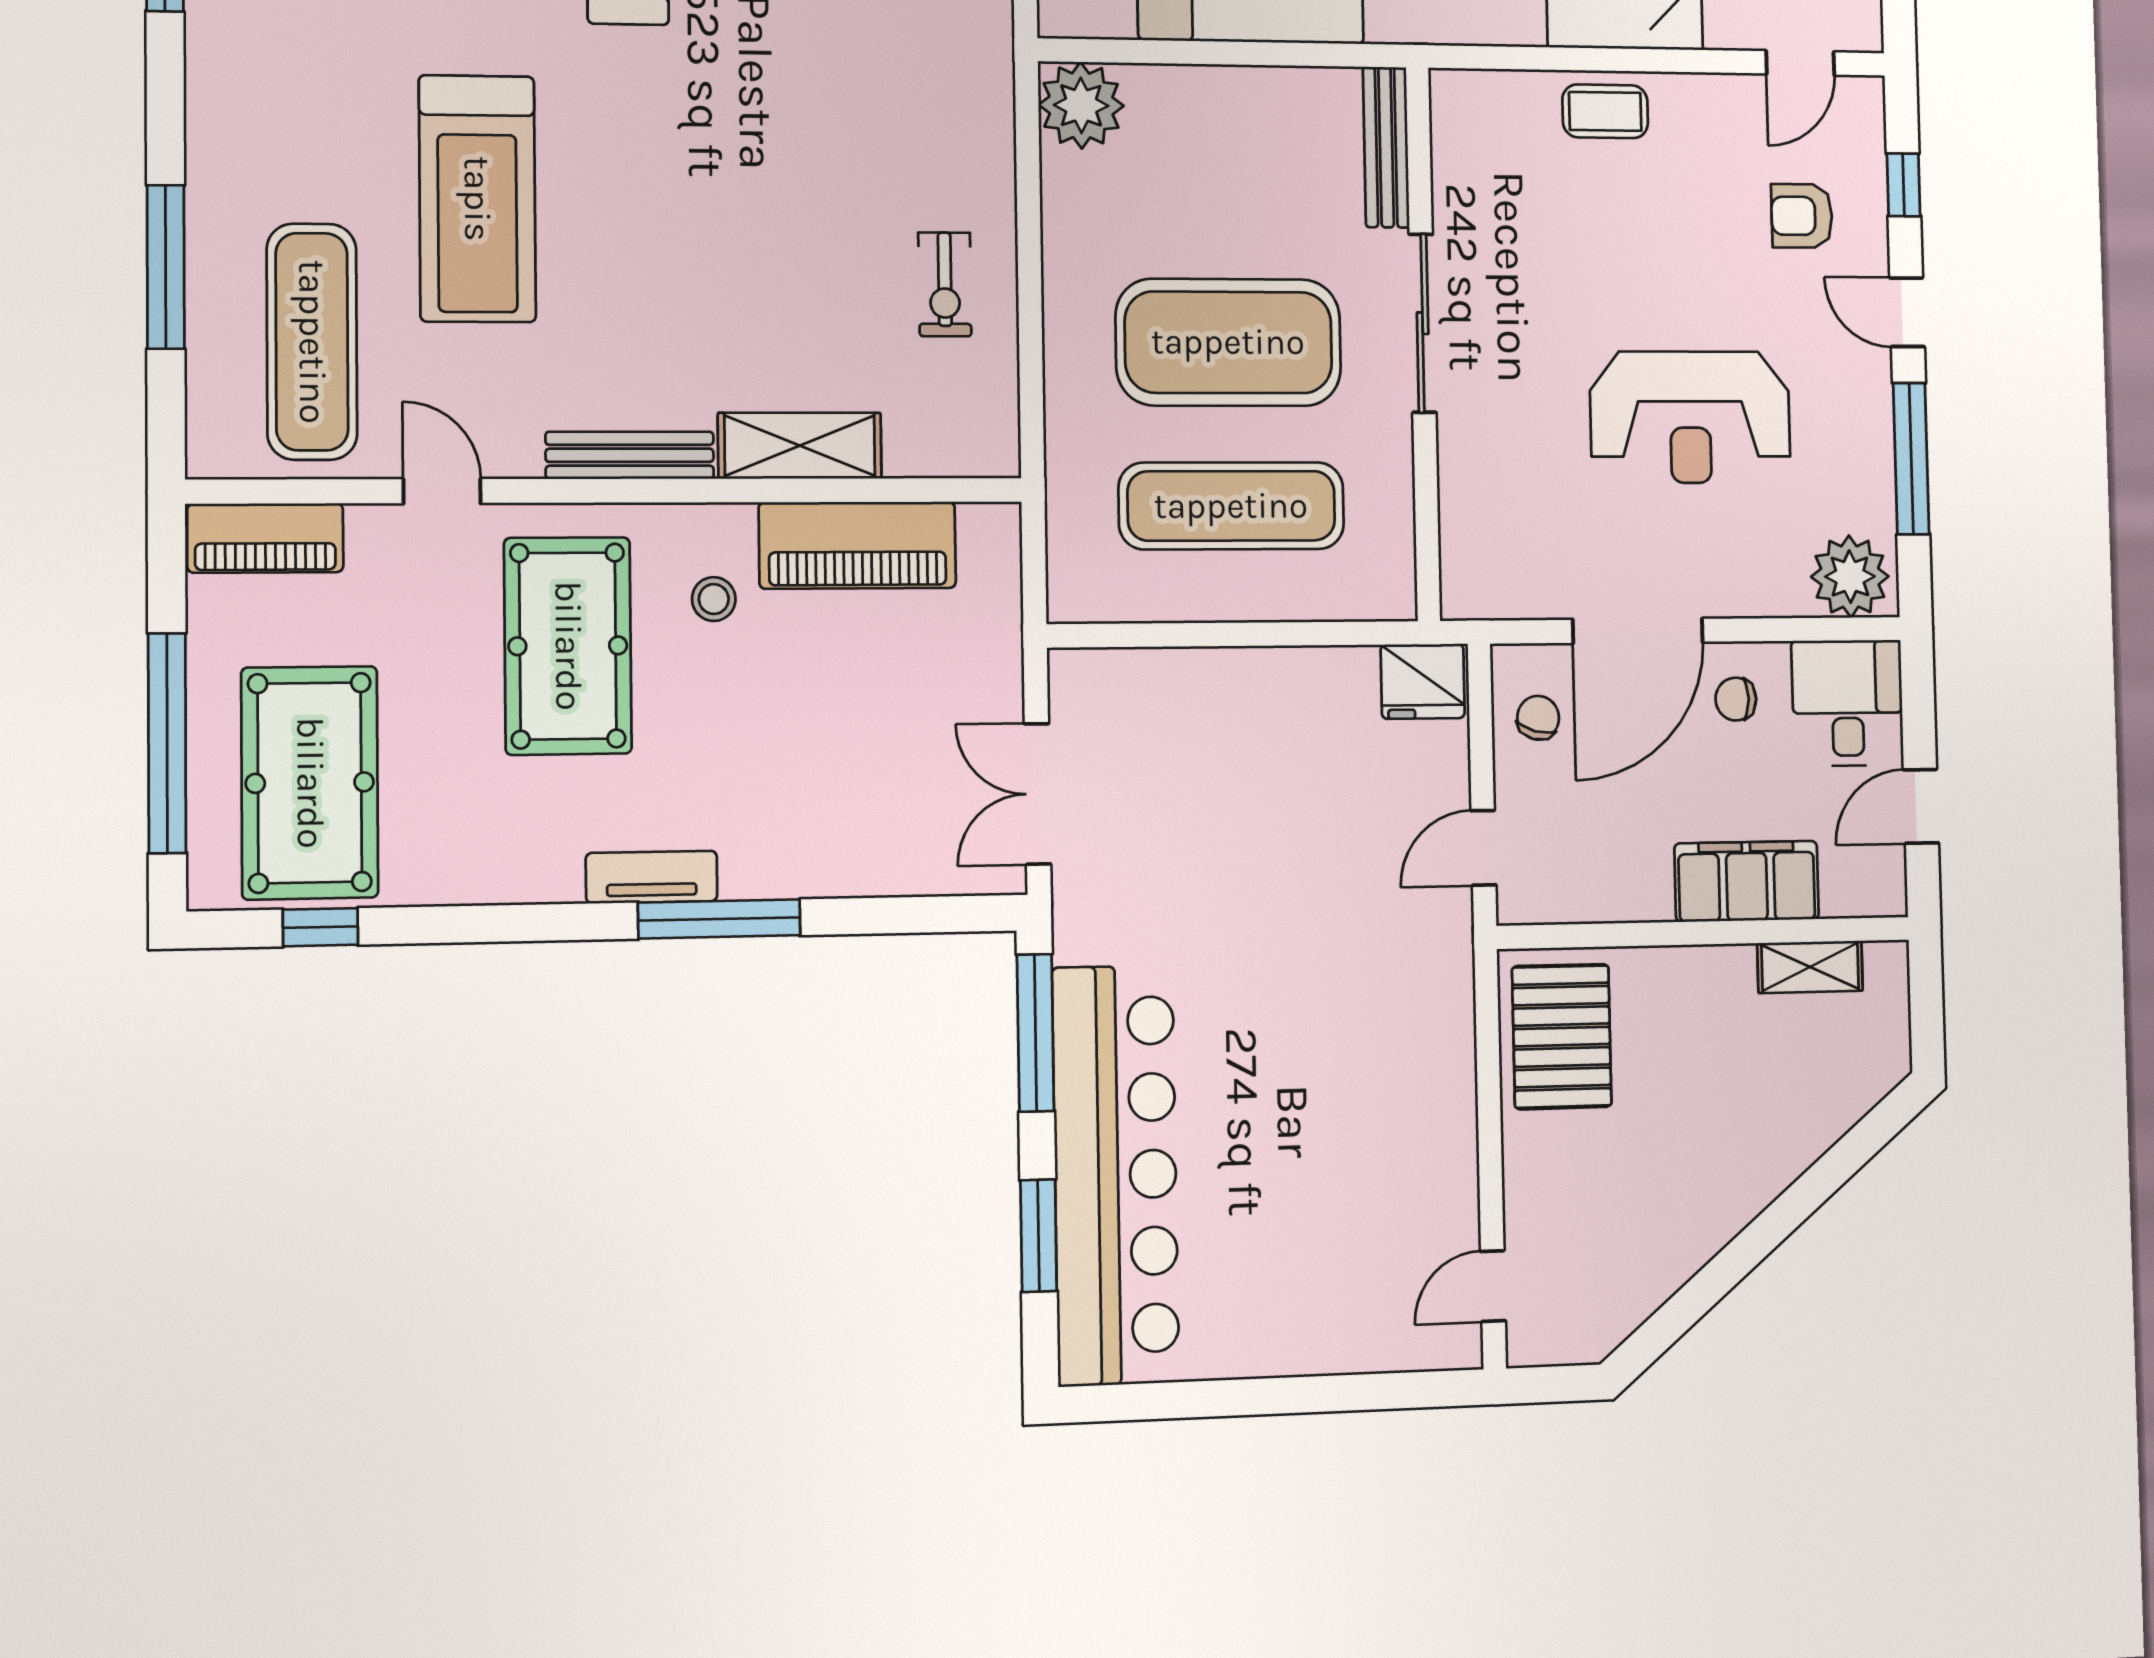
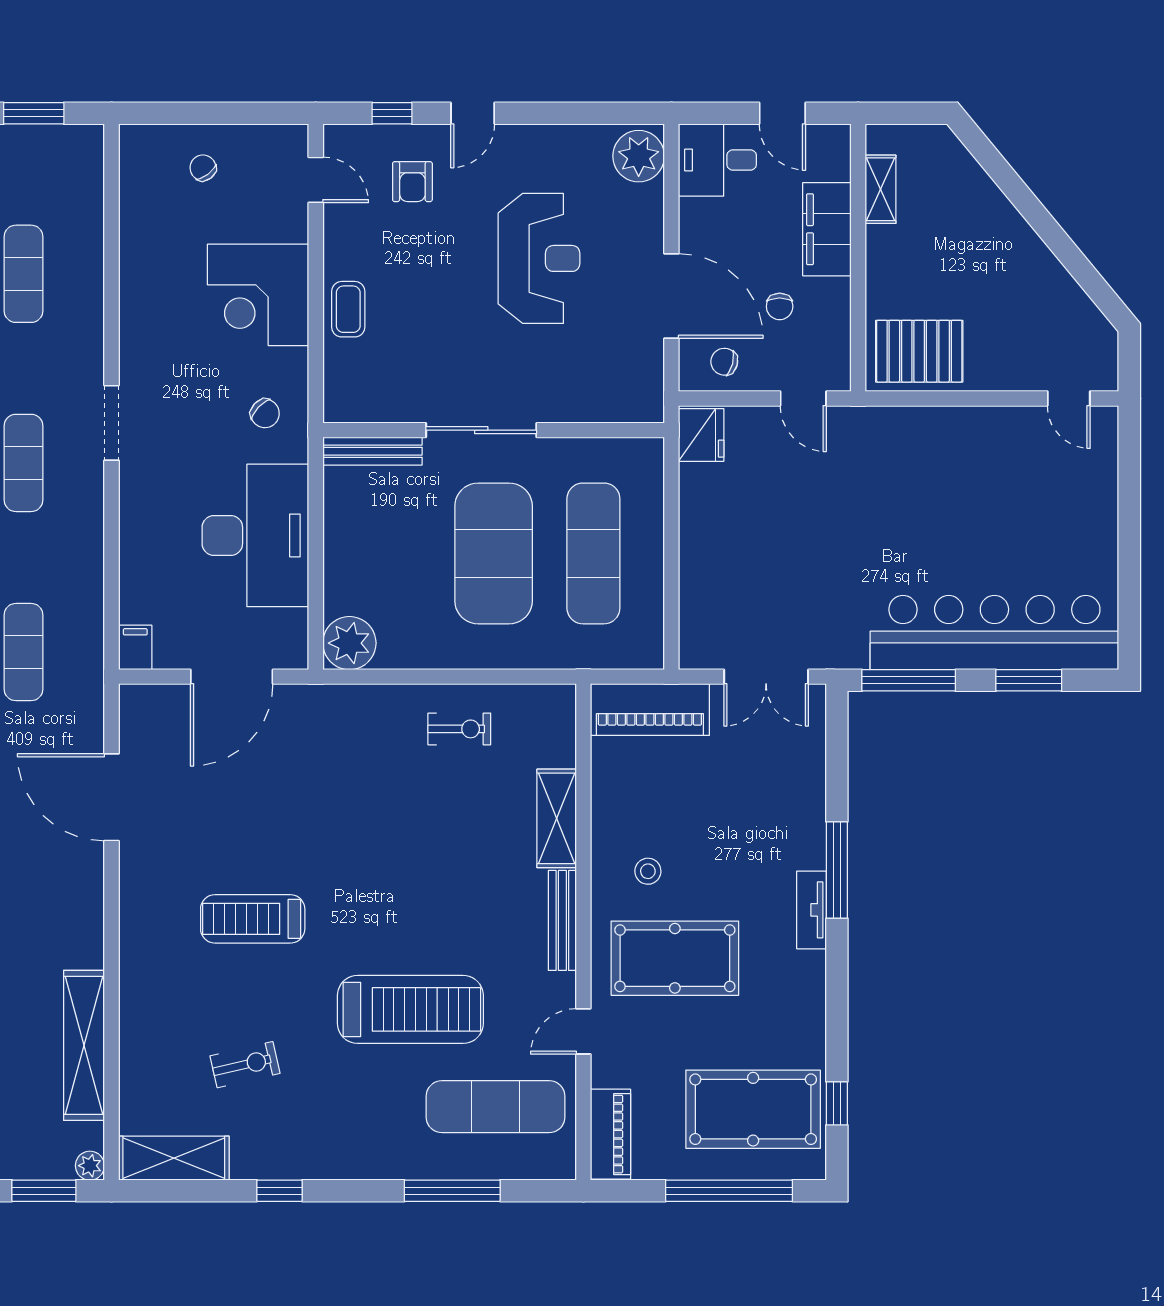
window: (1911, 459) -> (565, 113), removed
piano: (858, 545) -> (650, 710), moved, turned 90
chair: (1736, 699) -> (780, 306), moved

